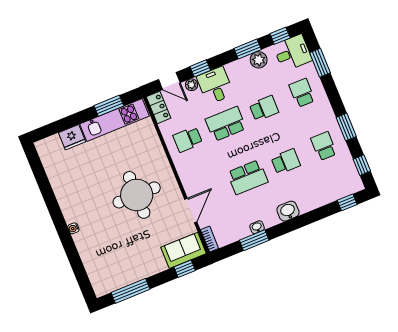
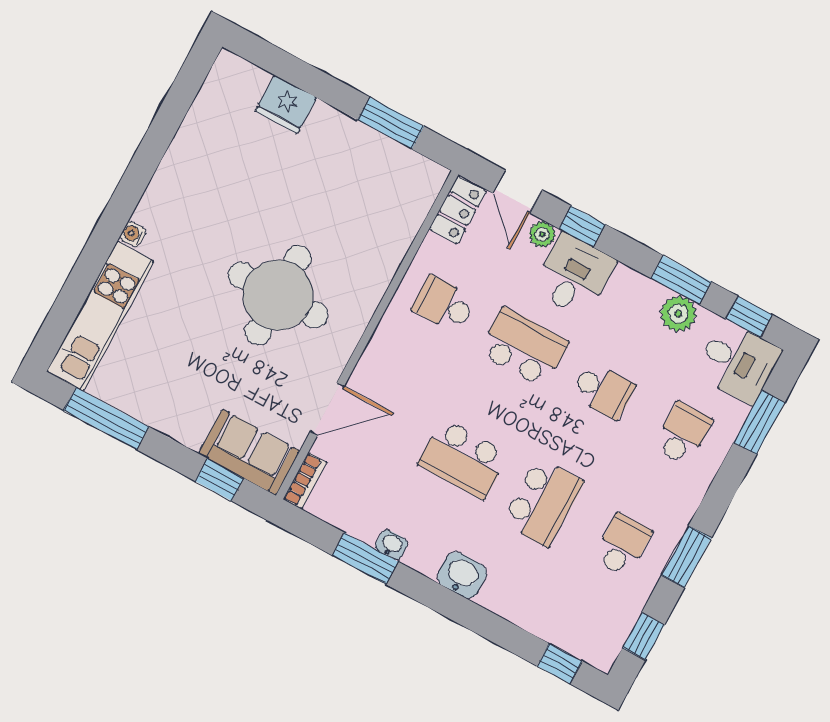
kitchen unit: (114, 120) -> (100, 316), moved, turned -90
school desk: (286, 162) -> (543, 502), width x1.85

